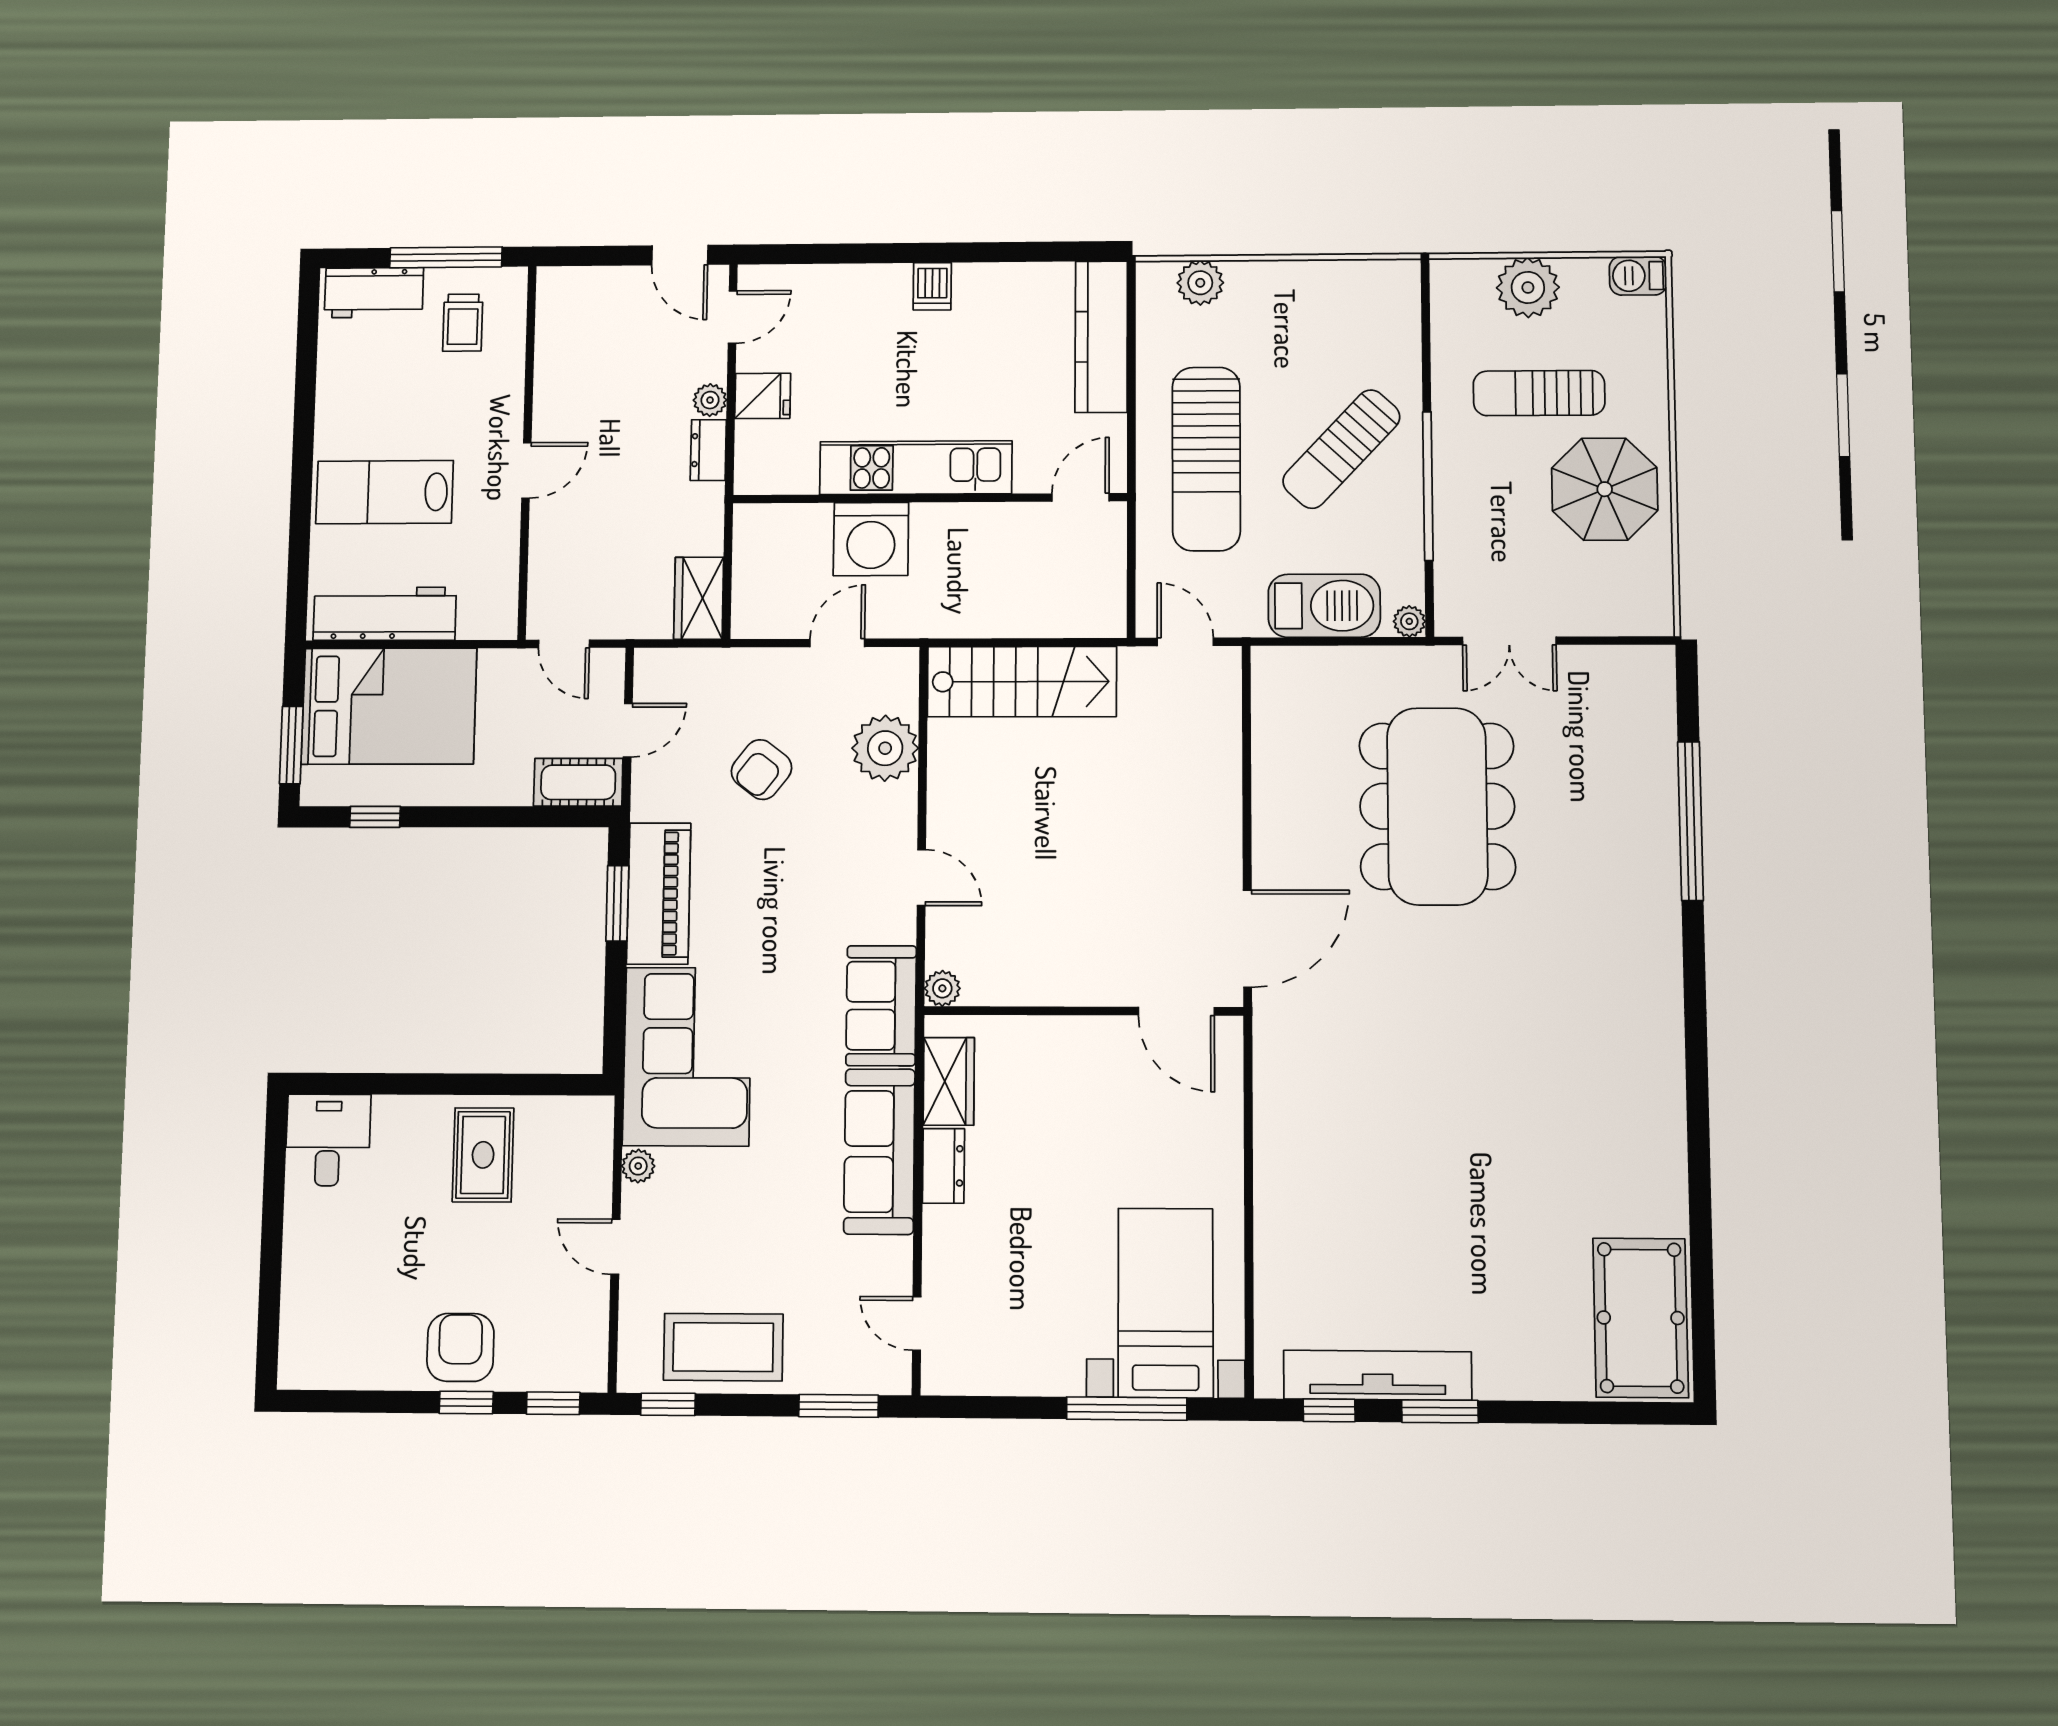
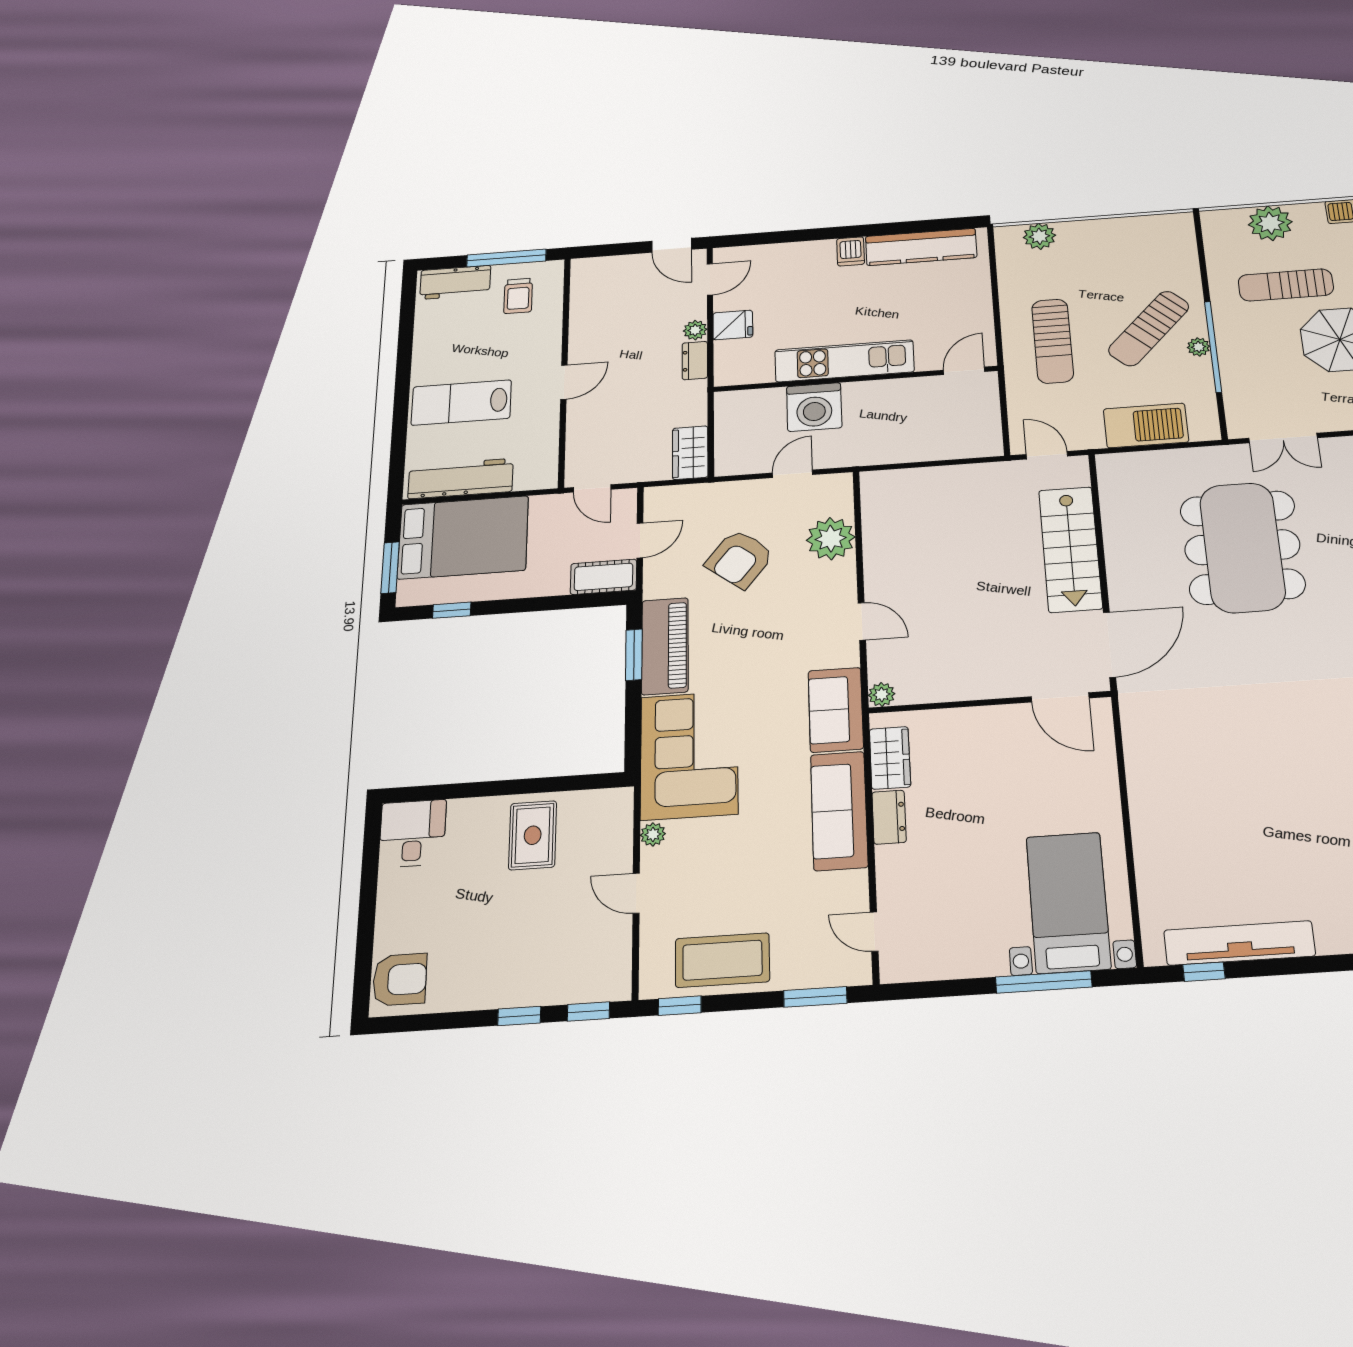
kitchen counter: (1101, 337) -> (921, 247), moved, turned -90
sun lounger: (1206, 459) -> (1053, 341), width x0.73, depth x0.75
plant: (1409, 621) -> (1199, 347), moved
stairs: (1022, 682) -> (1070, 549), moved, turned 90
armchair: (761, 770) -> (740, 559), width x1.38, depth x1.38
armchair: (460, 1347) -> (400, 980), moved, turned 90
window: (1440, 1411) -> (1292, 966), removed

